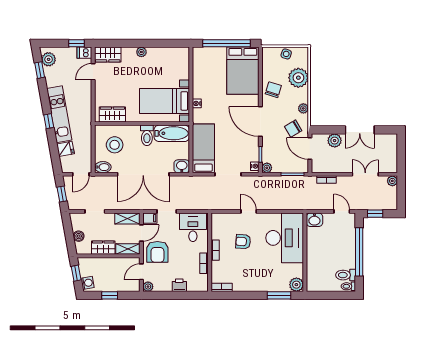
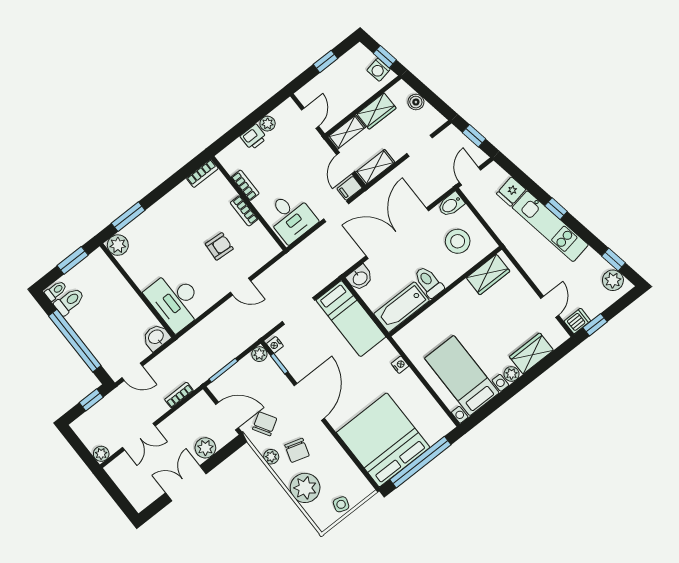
wardrobe: (108, 55) -> (531, 353), moved
bed: (243, 71) -> (383, 440), width x1.36
chair: (273, 90) -> (297, 450), moved
bed with nightstands: (165, 101) -> (462, 376), moved, turned -90
door: (260, 122) -> (309, 402), hinge flipped
desk: (285, 238) -> (175, 300), width x0.73, depth x0.77
armchair: (157, 252) -> (310, 156), removed
washing machine: (87, 283) -> (379, 70), moved
plant: (148, 287) -> (268, 124), moved
window: (327, 295) -> (73, 260), added

